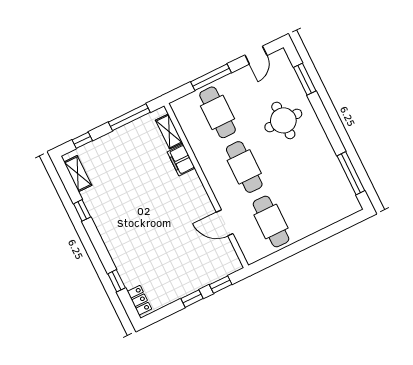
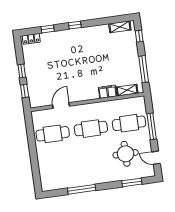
round table: (283, 120) -> (126, 154), moved
window: (351, 173) -> (82, 189), moved
window: (82, 210) -> (75, 25), moved

